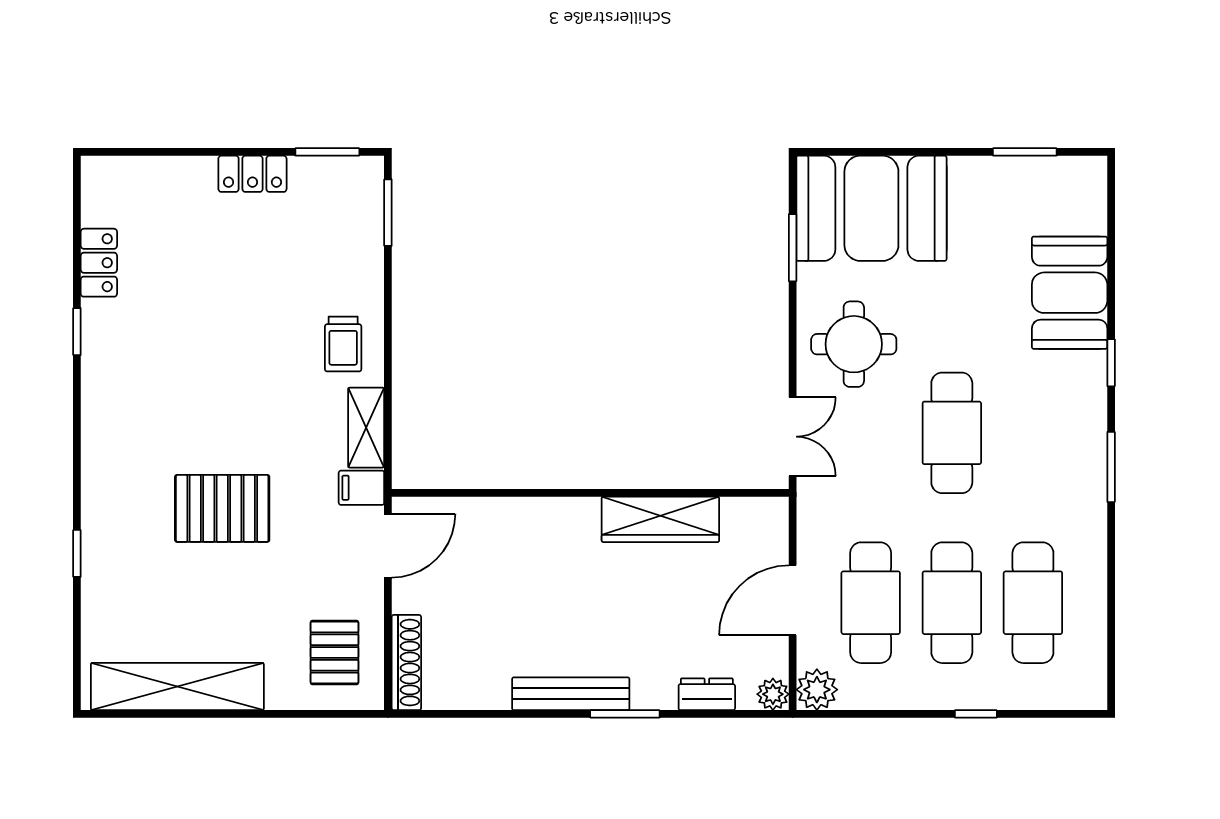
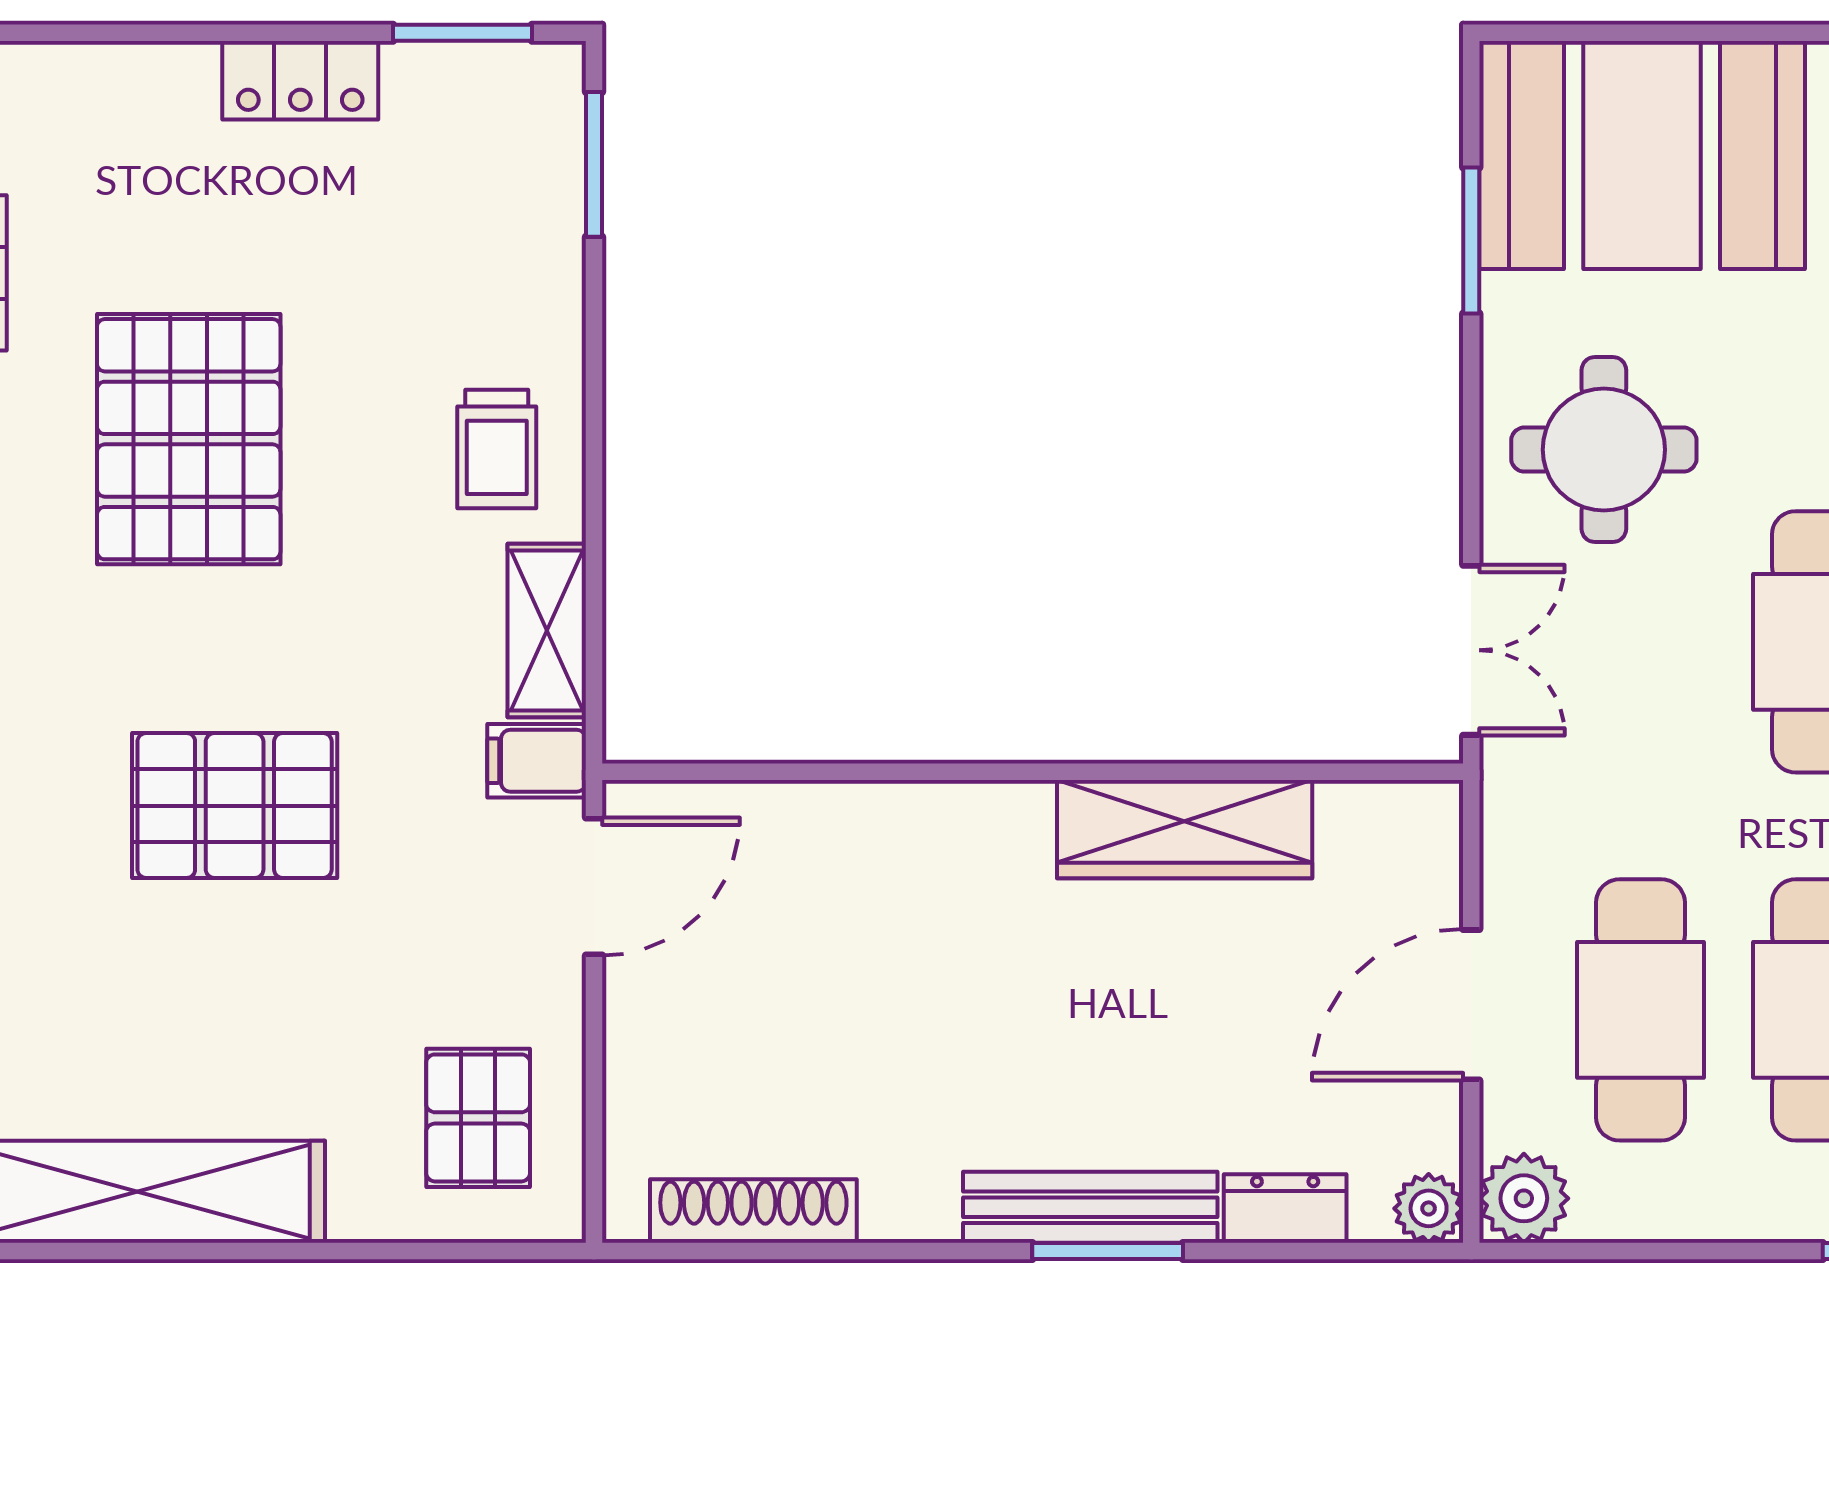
pallet: (201, 339) -> (189, 439), added
shoe rack: (406, 663) -> (753, 1211), moved, turned -90
bench: (571, 694) -> (1090, 1207), moved

